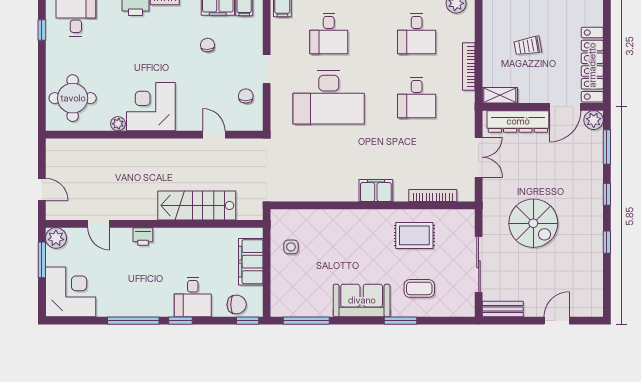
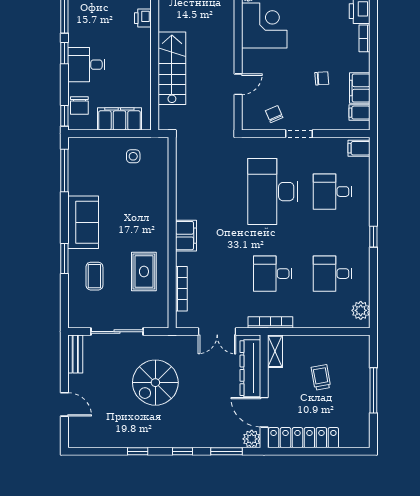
bookcase: (469, 66) -> (270, 322), moved
chair: (246, 96) -> (274, 114), turned -113

